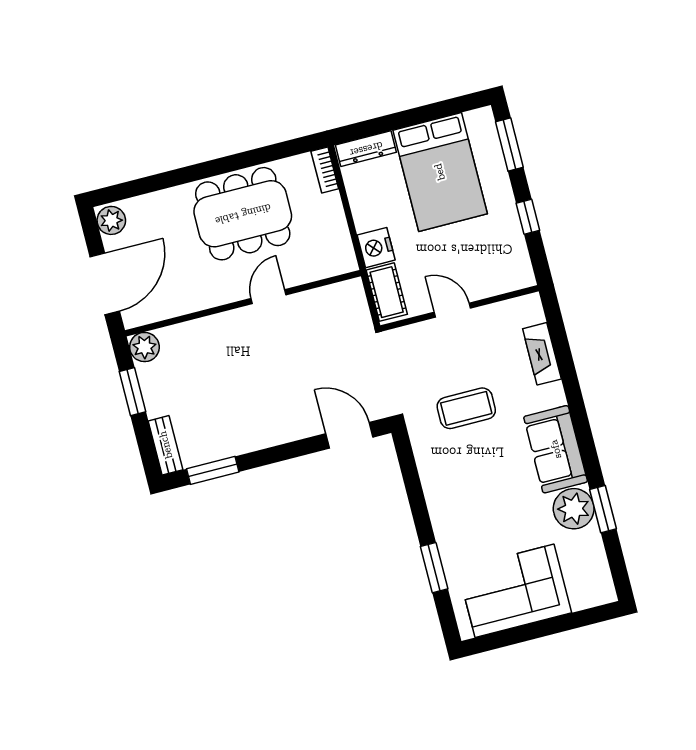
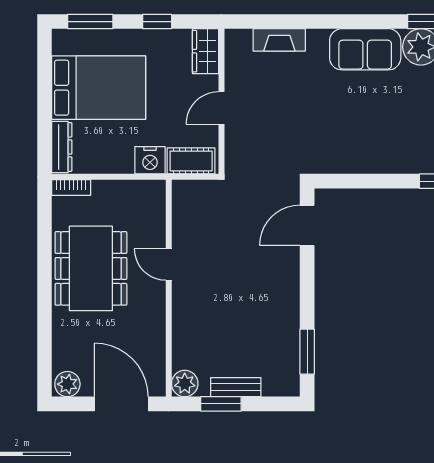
wardrobe: (509, 277) -> (205, 51), added
coffee table: (466, 408) -> (310, 118), removed
bench: (166, 445) -> (236, 387), moved

